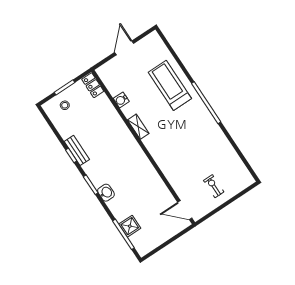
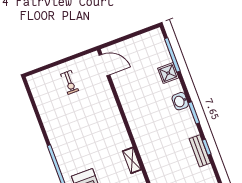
shower: (130, 226) -> (168, 73), moved

